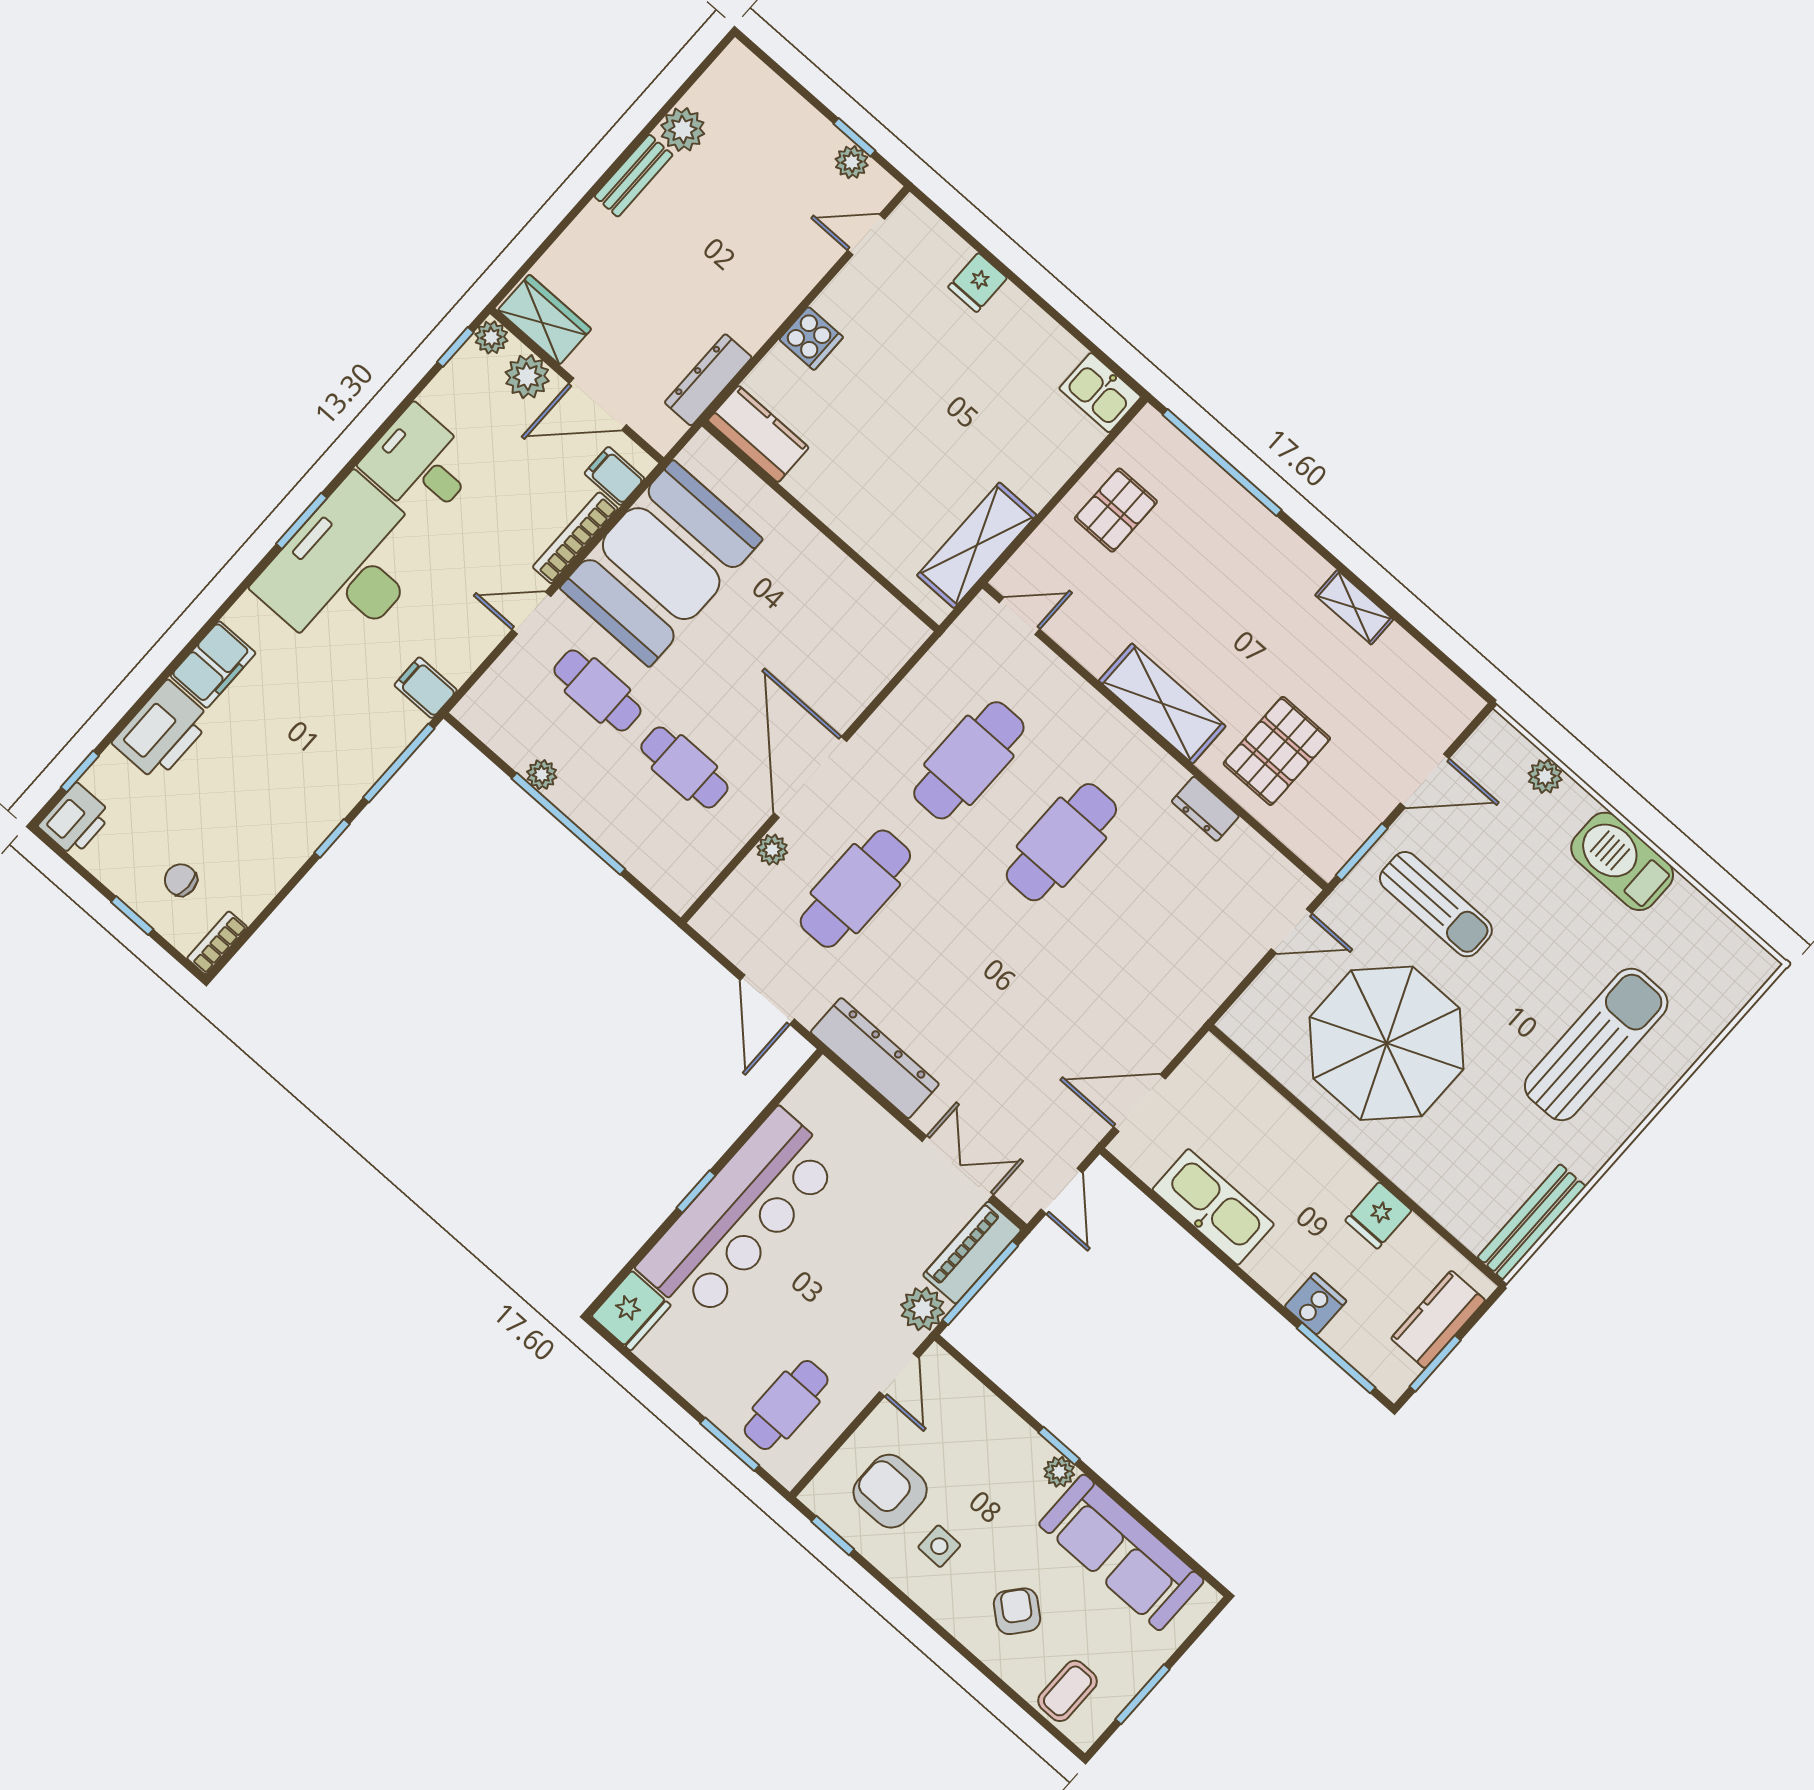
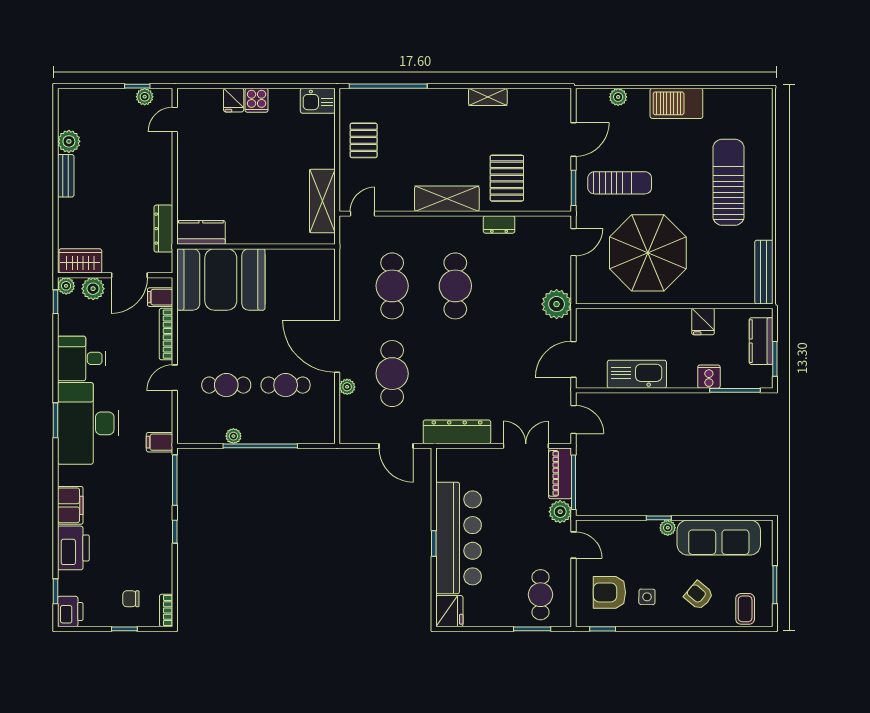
cooker: (811, 338) -> (257, 100), moved, turned 90
booth: (661, 564) -> (221, 279), moved, turned 90
plant: (1186, 1000) -> (557, 304), added

